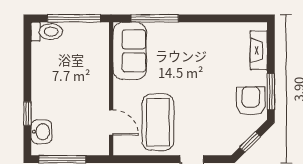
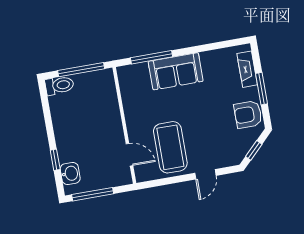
sofa: (130, 51) -> (176, 71), moved, turned 90
window: (271, 92) -> (262, 89), moved
armchair: (251, 101) -> (248, 114), turned -90

